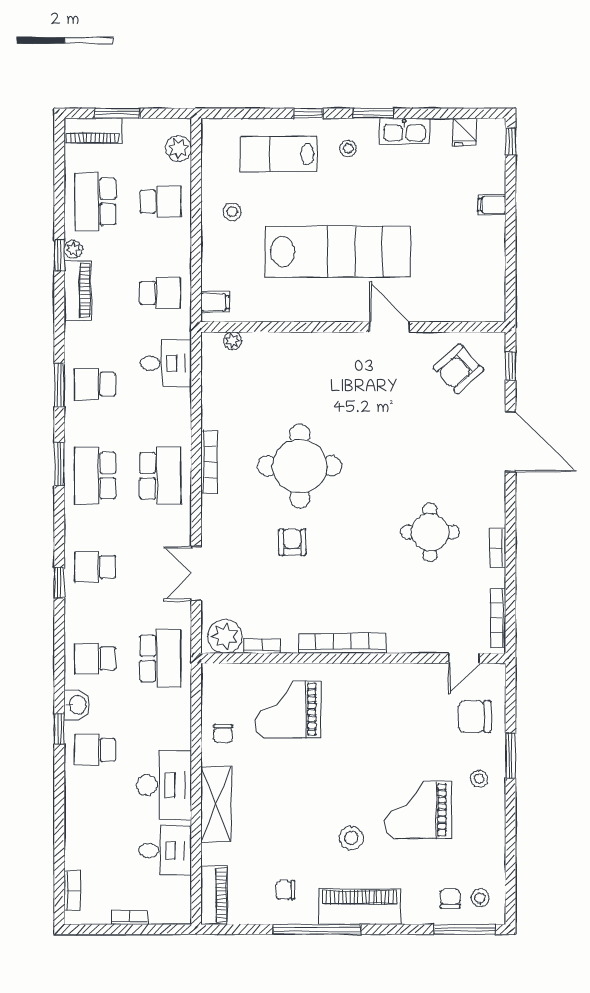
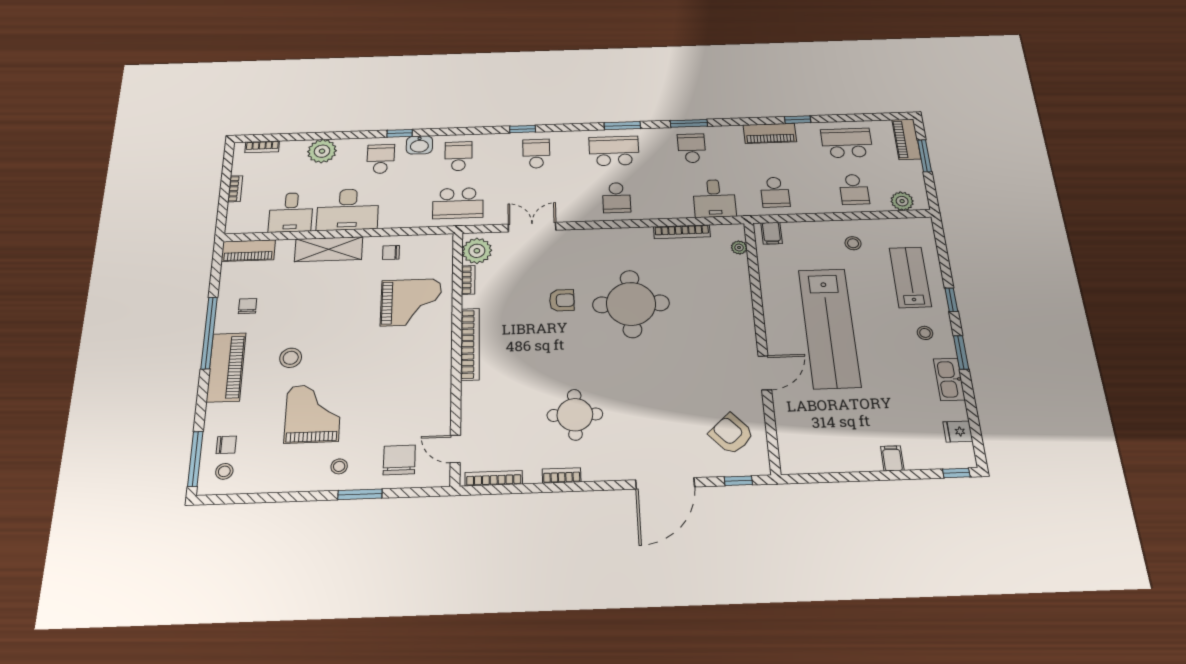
plant: (73, 249) -> (322, 151), moved, width x1.88, depth x1.88
bookcase: (209, 462) -> (682, 232), moved
school desk: (160, 476) -> (617, 198), width x0.54
grand piano: (288, 709) -> (411, 302), turned 90

